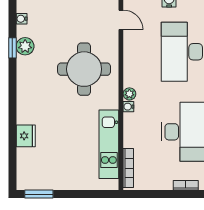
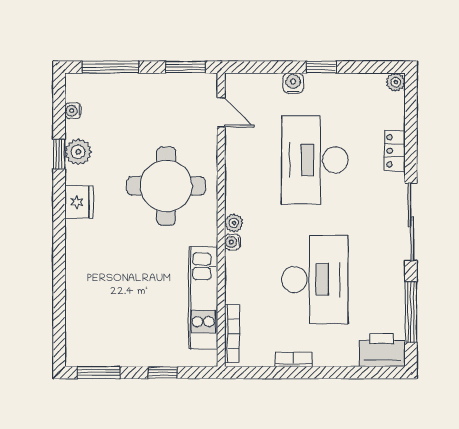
fridge: (26, 136) -> (79, 202), moved
bookcase: (186, 185) -> (293, 359), moved
window: (82, 194) -> (163, 372), added

